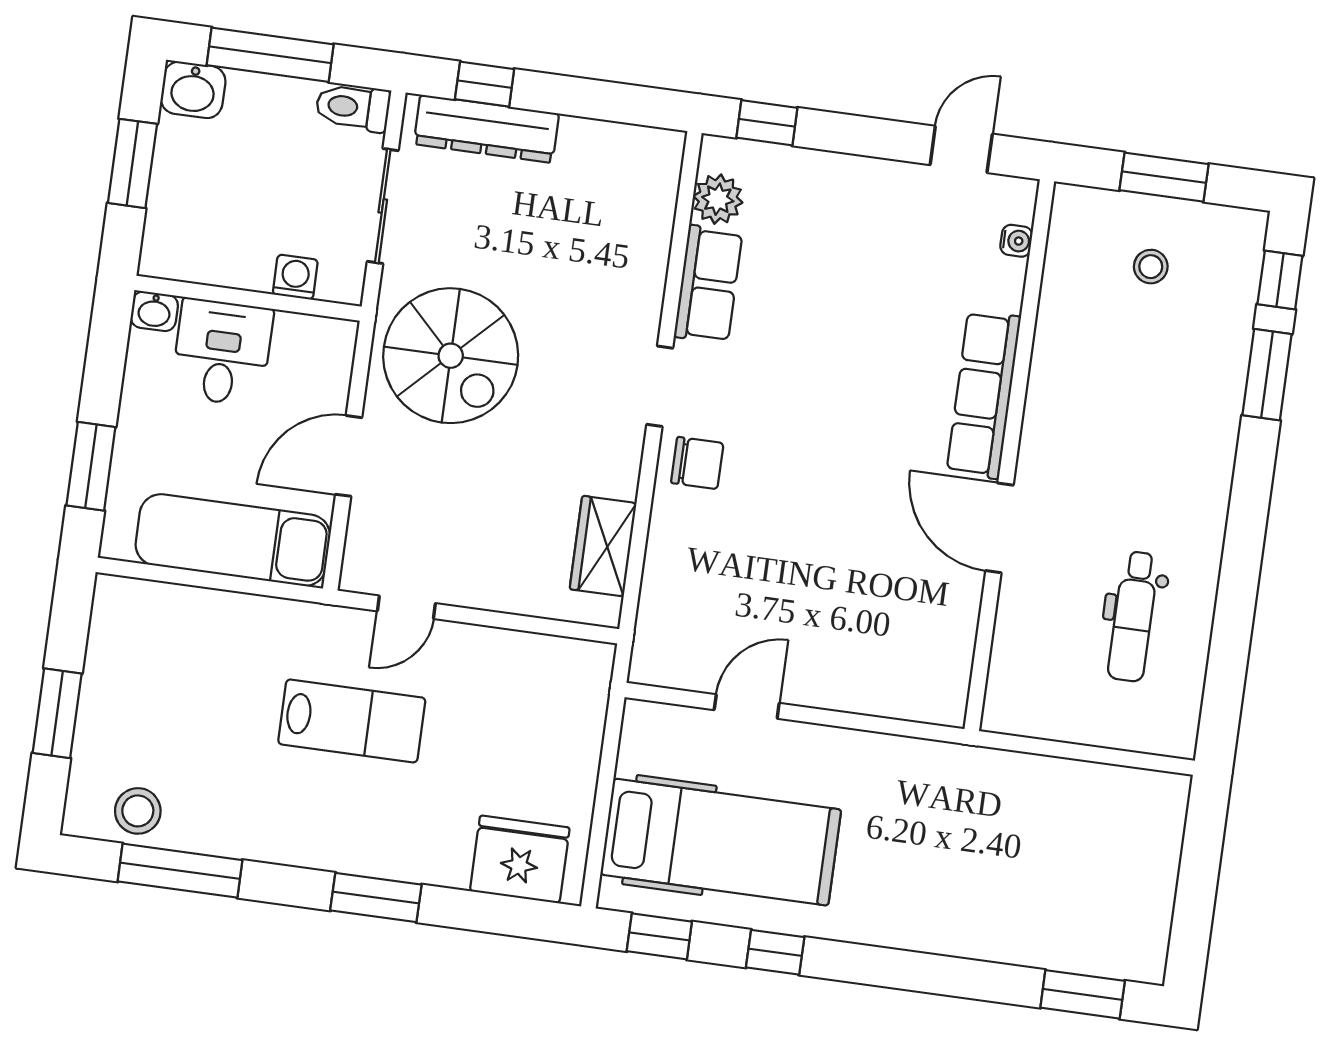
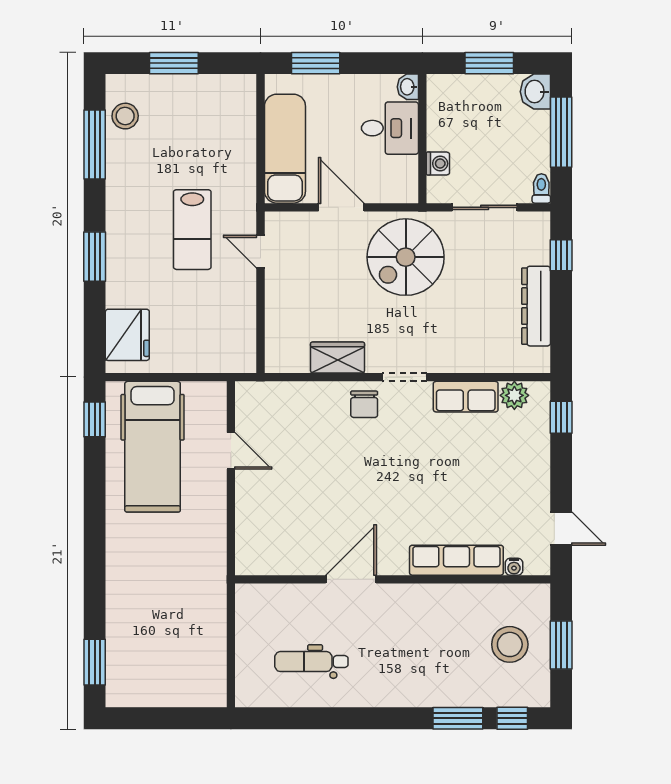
toilet: (353, 107) -> (541, 189), width x0.73, depth x0.72
dresser: (486, 129) -> (536, 306), moved
stool: (1151, 267) -> (510, 644), width x1.89, depth x1.89
row of seats: (984, 395) -> (456, 560), moved
wardrobe: (603, 546) -> (338, 358), moved
window: (775, 952) -> (95, 486), removed

